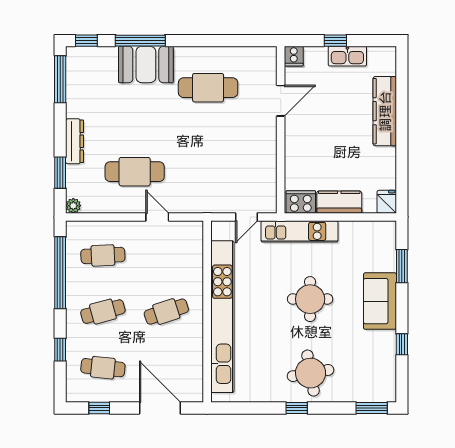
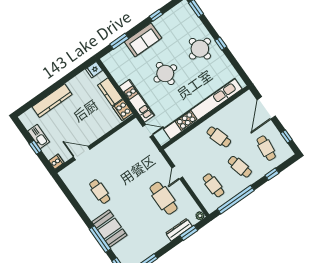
cafe table: (208, 88) -> (100, 192), width x0.73, depth x0.74
dresser: (75, 141) -> (179, 230), moved

